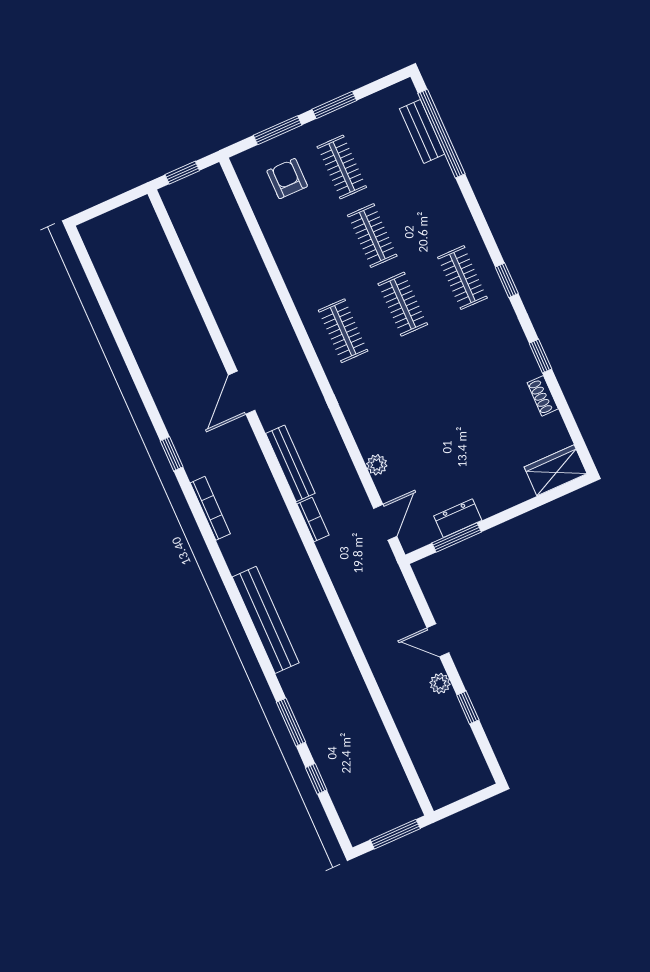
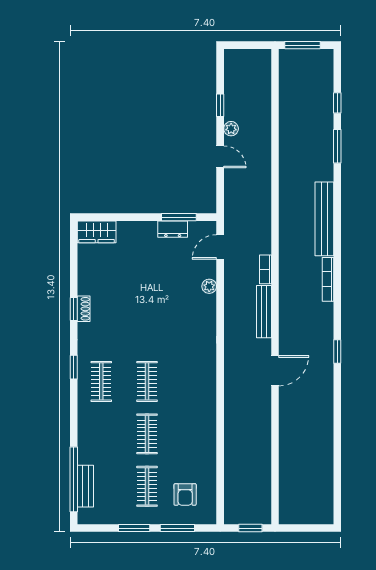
clothes rail: (343, 331) -> (193, 381), removed
shoe rack: (543, 396) -> (84, 309), moved
bookcase: (210, 508) -> (328, 279), moved

